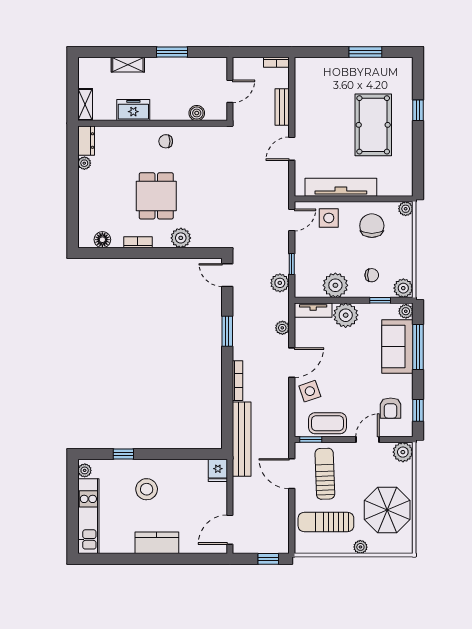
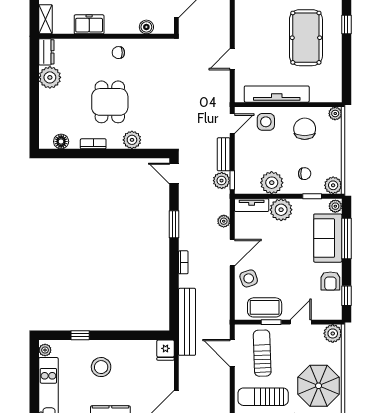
bench: (282, 107) -> (224, 154), moved
plant: (84, 163) -> (50, 77), width x1.88, depth x1.88
window: (292, 264) -> (232, 180), moved
bookcase: (238, 381) -> (183, 262), width x0.64
armchair: (391, 408) -> (330, 281), moved
window: (311, 439) -> (271, 322), moved

